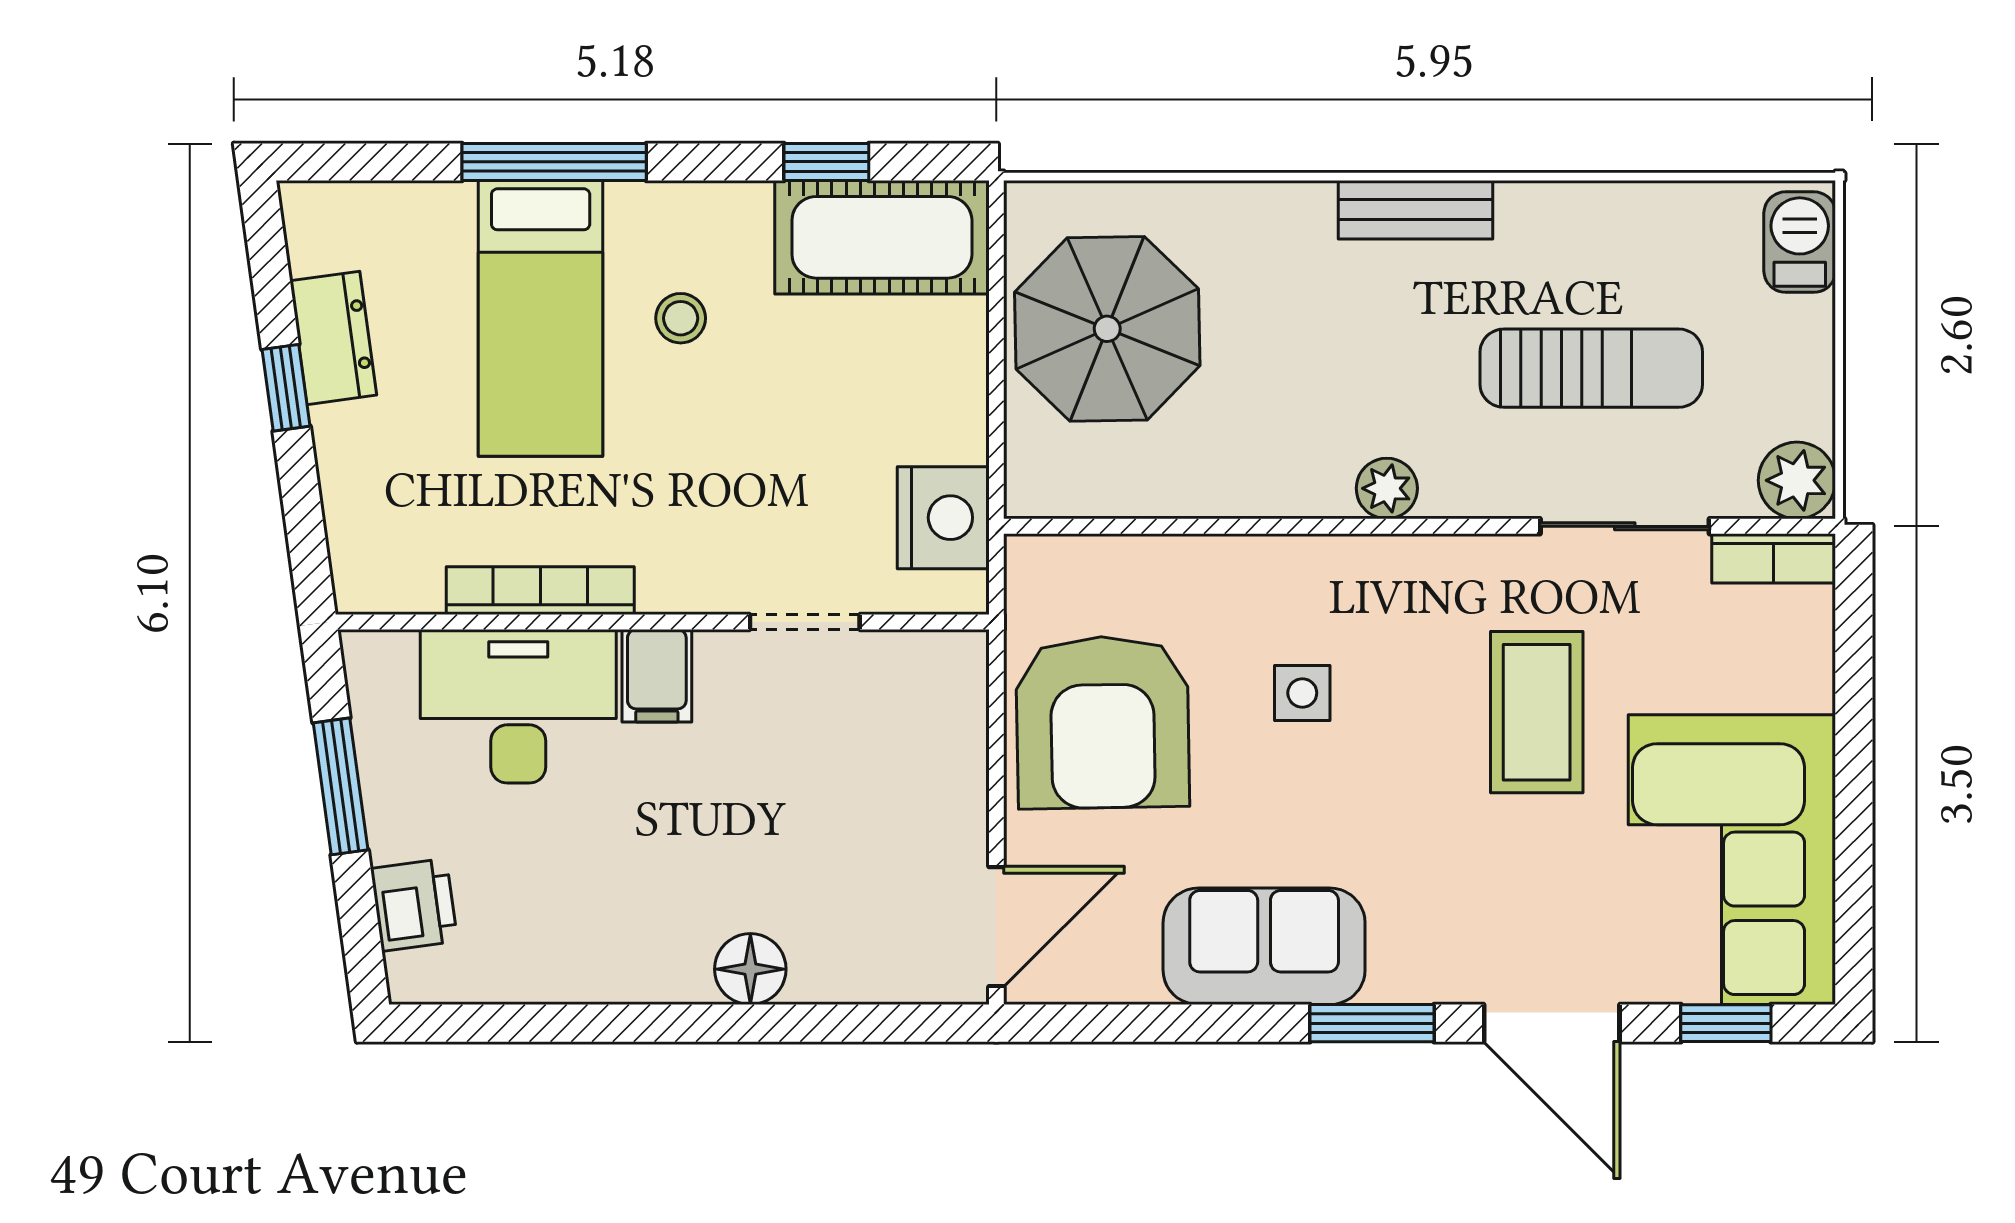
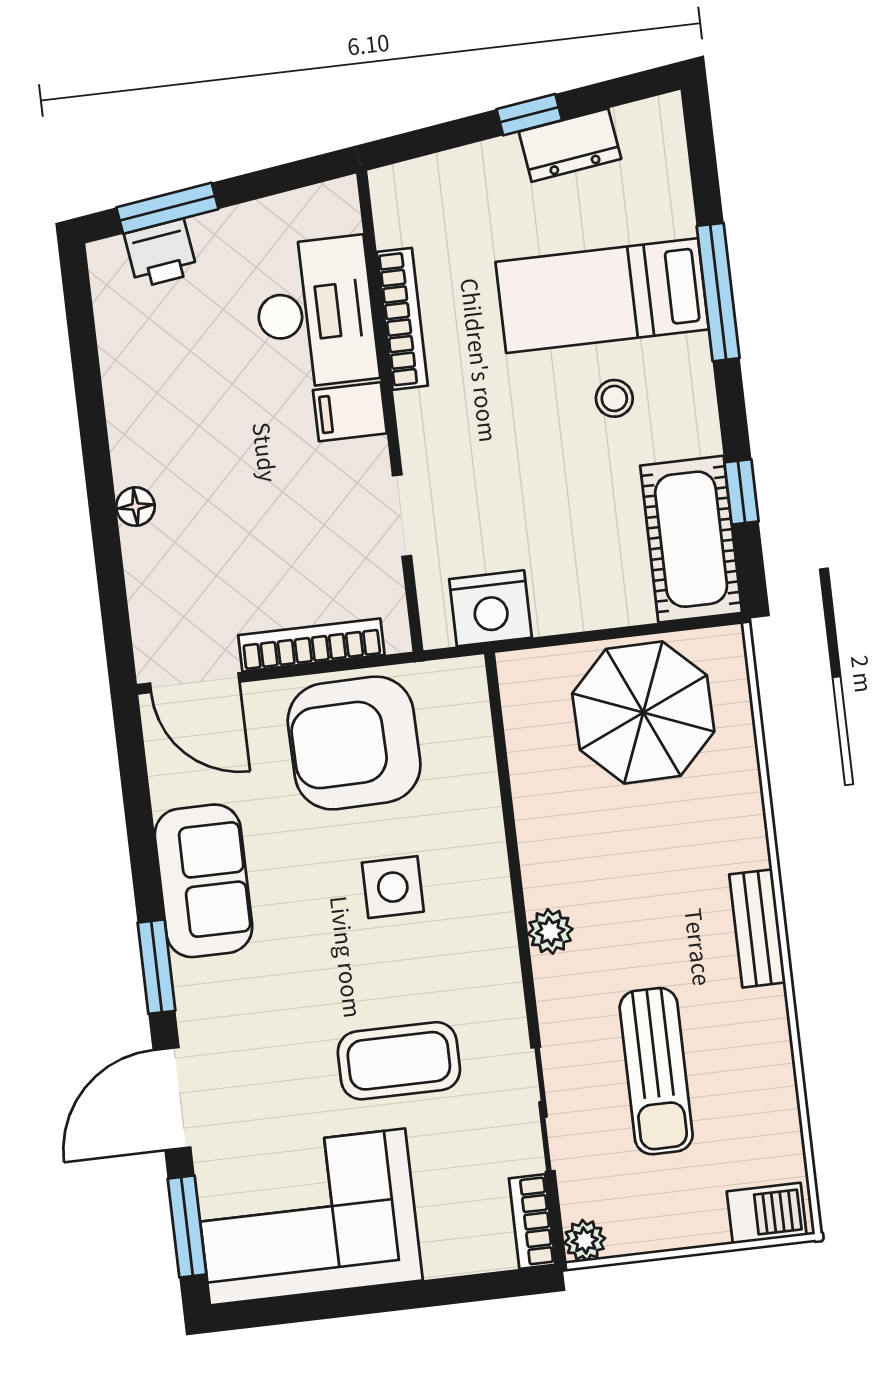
plant: (1797, 480) -> (585, 1240), width x0.73, depth x0.73
side table: (1302, 693) -> (393, 887), width x1.37, depth x1.37
bookcase: (964, 764) -> (311, 645), added
window: (341, 786) -> (167, 208), moved
floor lamp: (750, 969) -> (135, 507), width x0.73, depth x0.73
window: (1726, 1023) -> (187, 1226), width x1.50

